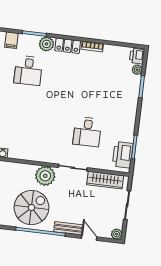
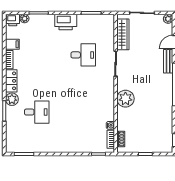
filing cabinet: (11, 40) -> (12, 44), moved
printer: (123, 155) -> (66, 22), moved
plant: (45, 176) -> (125, 99), moved
spiral stairs: (32, 208) -> (154, 95), removed

